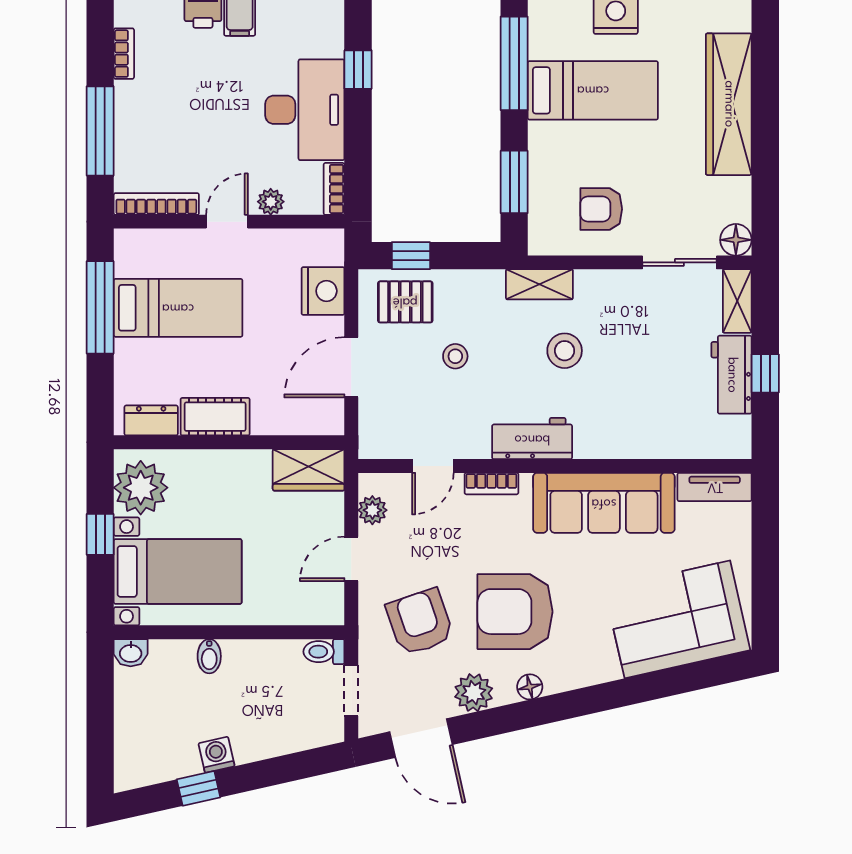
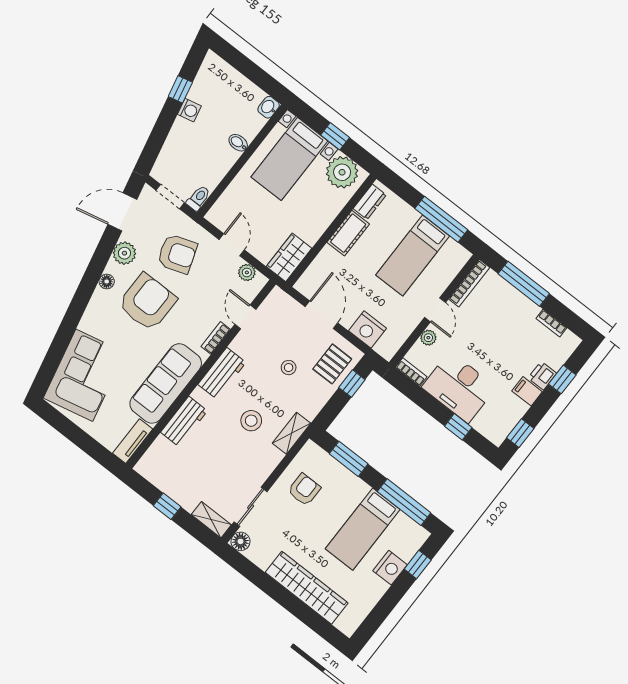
workbench: (732, 375) -> (184, 422), moved, turned 90

